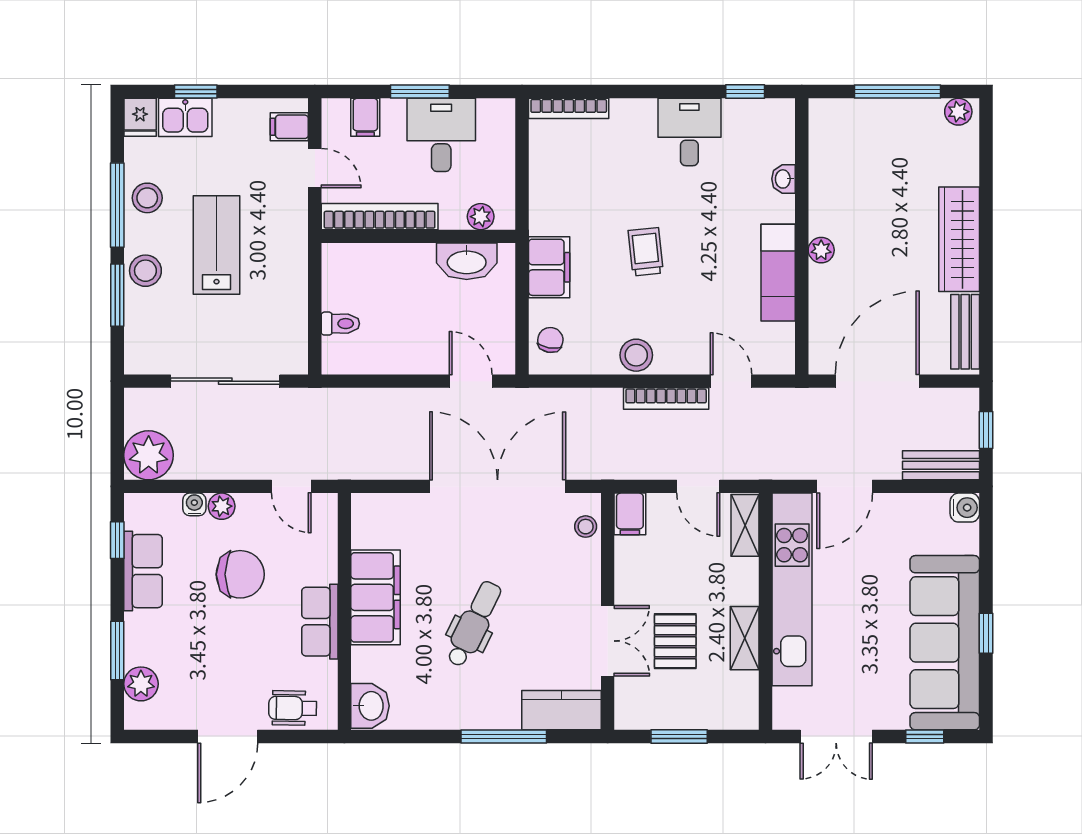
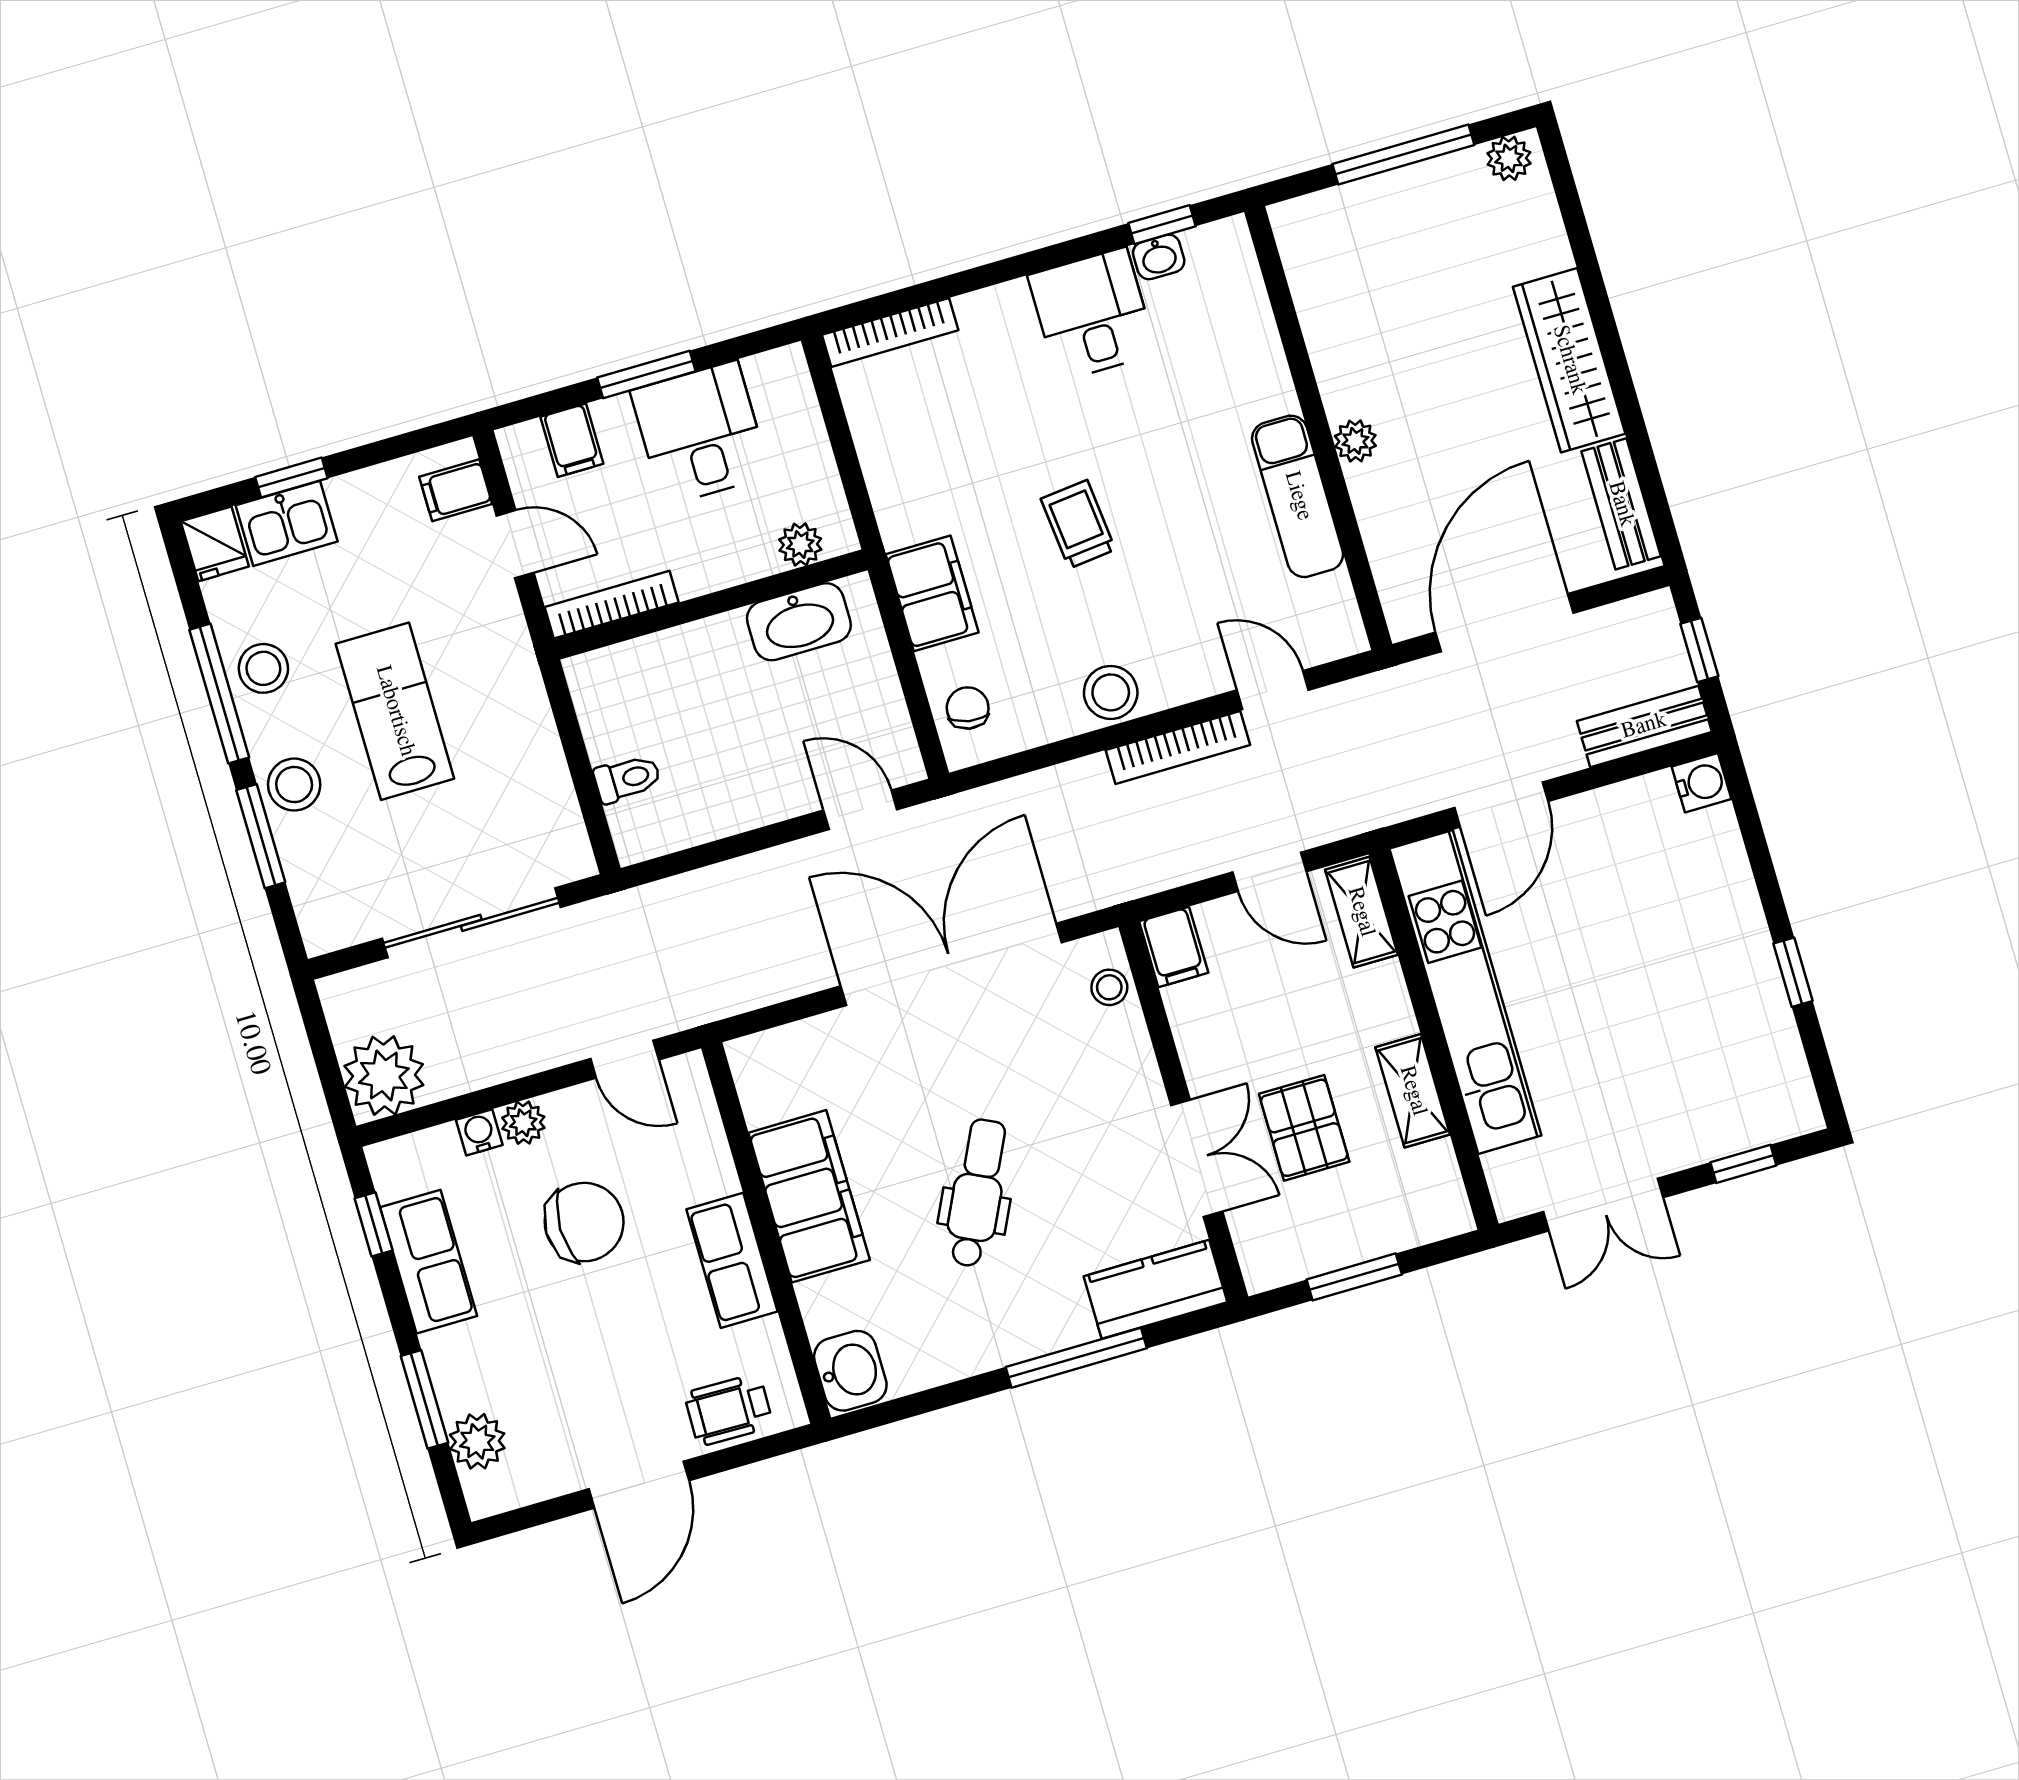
washbasin: (783, 179) -> (1159, 257), moved, turned -90
bookcase: (380, 217) -> (612, 605), width x0.68, depth x0.76
sofa: (945, 643) -> (1732, 1006), removed

